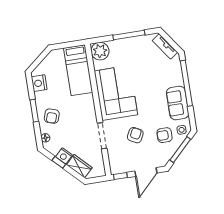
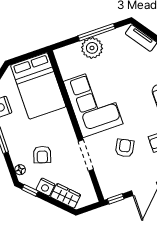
plant: (100, 51) -> (92, 48), moved
bed: (78, 70) -> (38, 86), width x1.50
armchair: (52, 116) -> (42, 155), moved
window: (59, 162) -> (30, 190), moved

